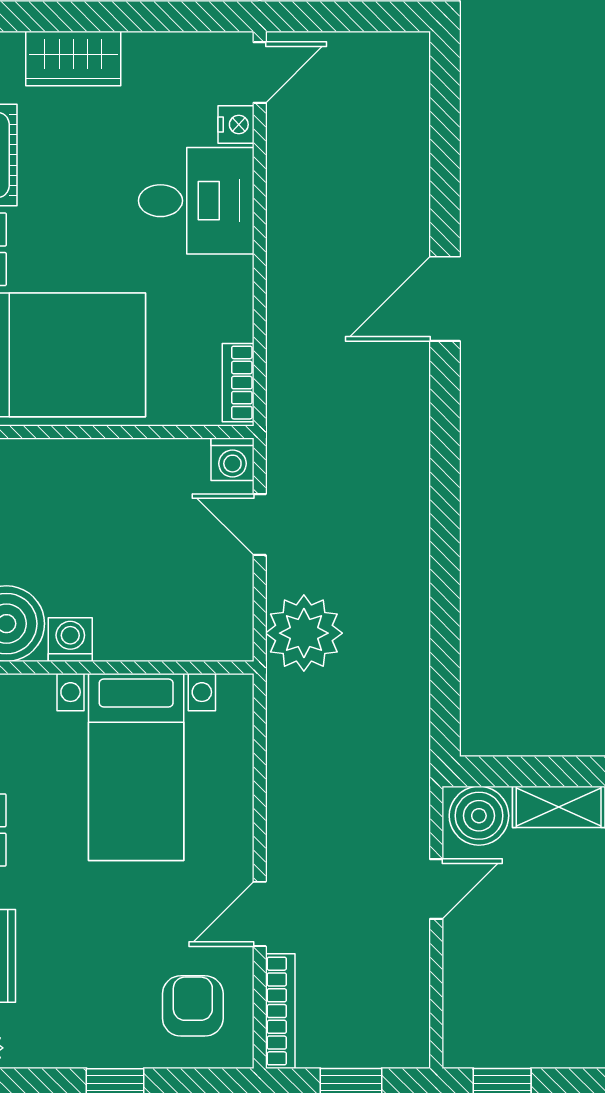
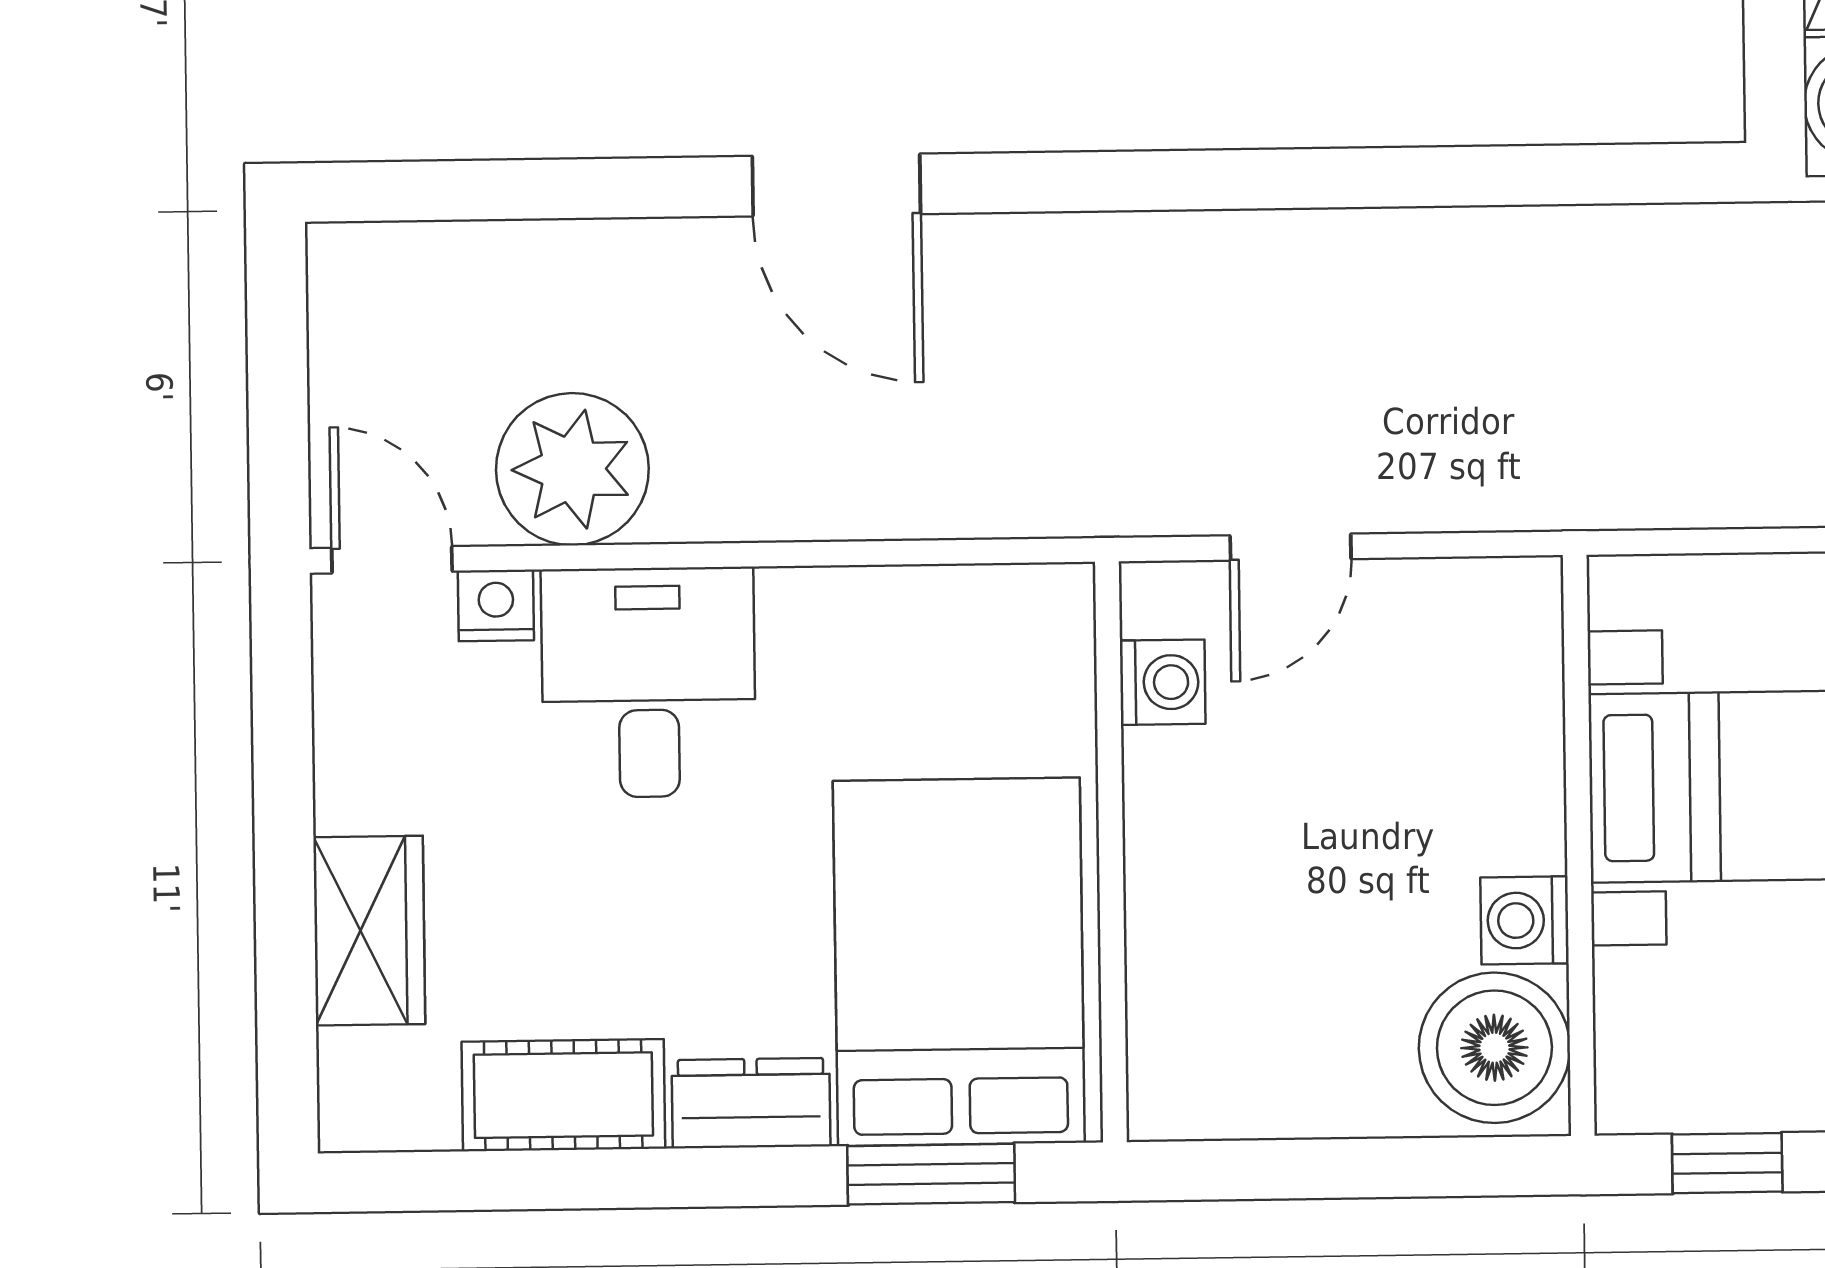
bookcase: (238, 383) -> (1009, 594), removed
washing machine: (232, 459) -> (1163, 682), moved
plant: (304, 633) -> (572, 469), moved

